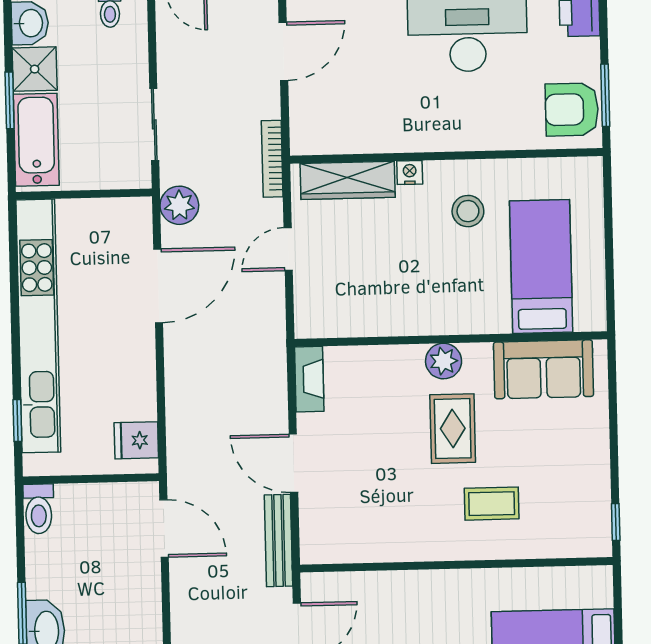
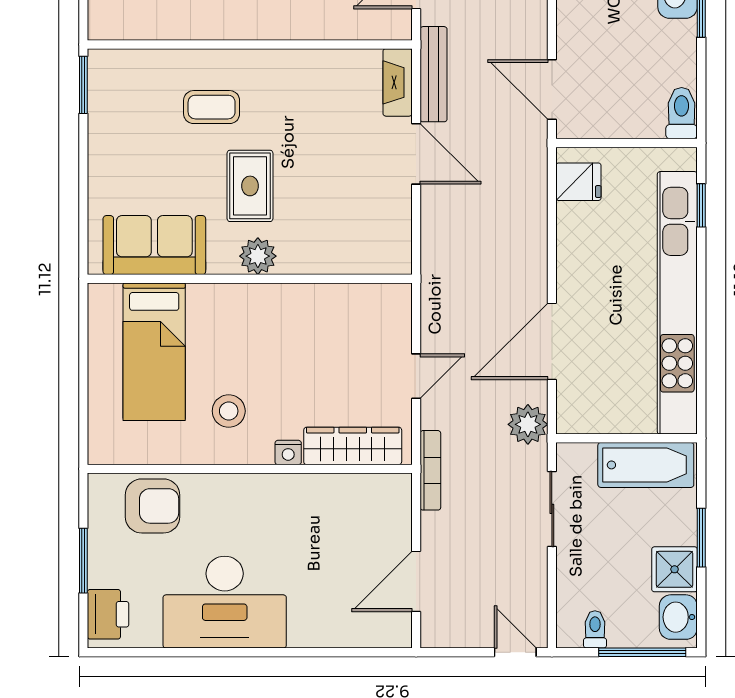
window: (605, 95) -> (83, 561), moved
armchair: (572, 109) -> (153, 506), moved
bathtub: (36, 140) -> (646, 465), moved, turned -90
fireplace: (309, 379) -> (398, 82), moved
window: (616, 522) -> (83, 85), width x1.50

